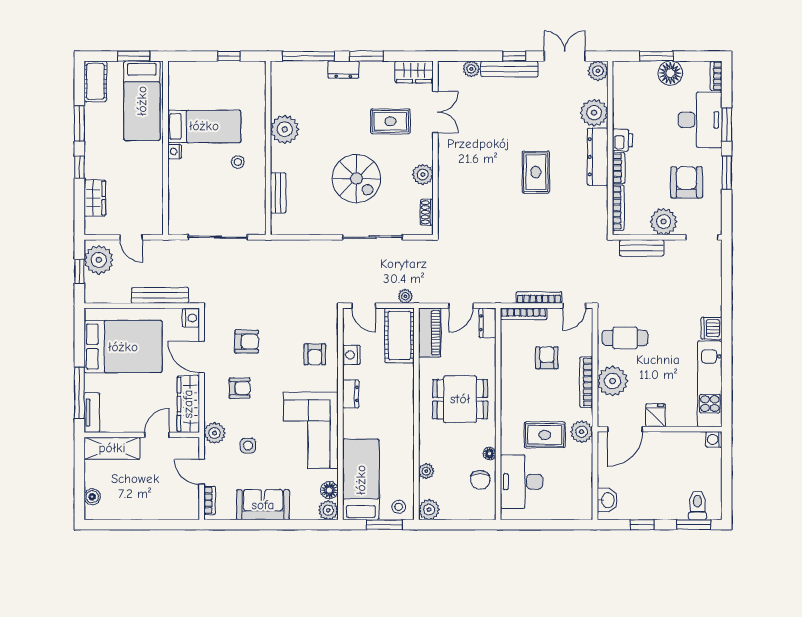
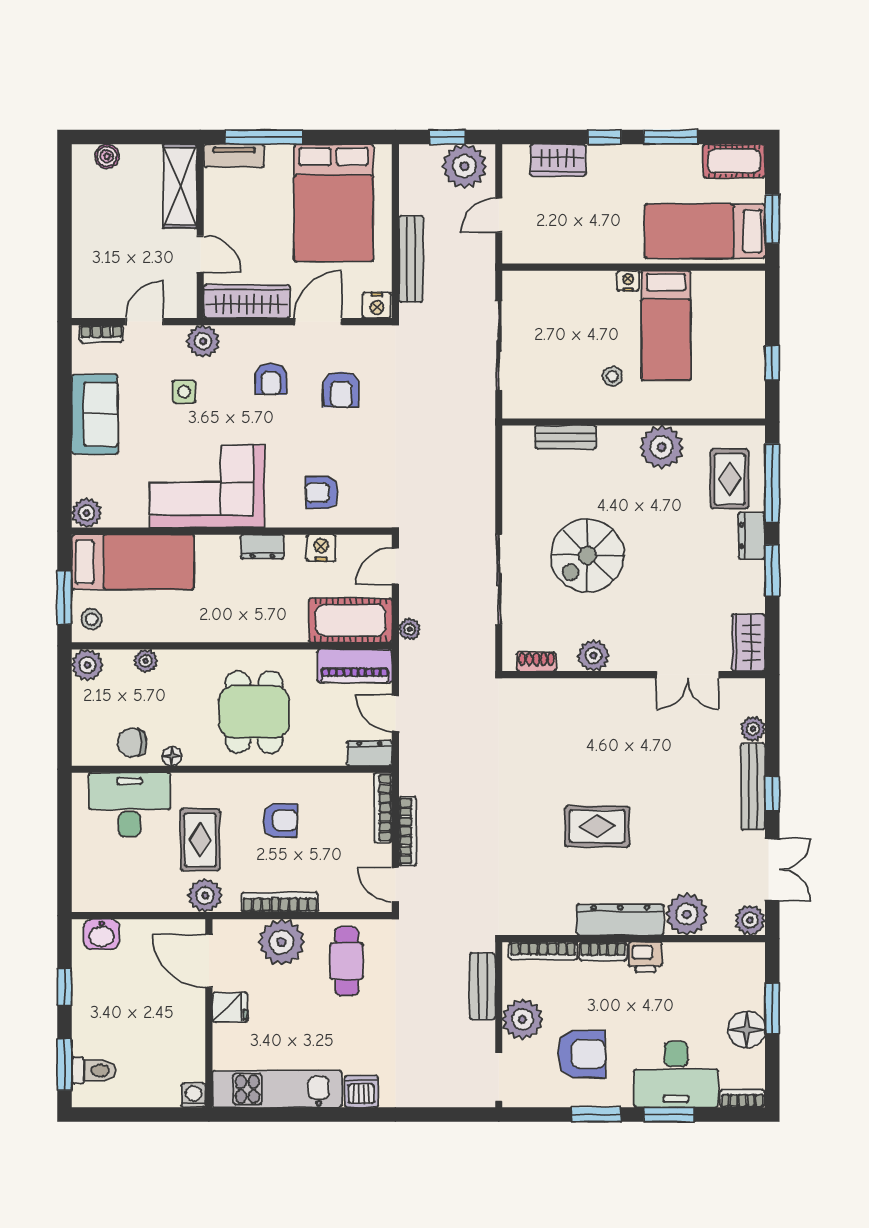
rug: (390, 121) -> (730, 479), moved
armchair: (547, 358) -> (280, 820), moved
floor lamp: (329, 490) -> (117, 515), removed

